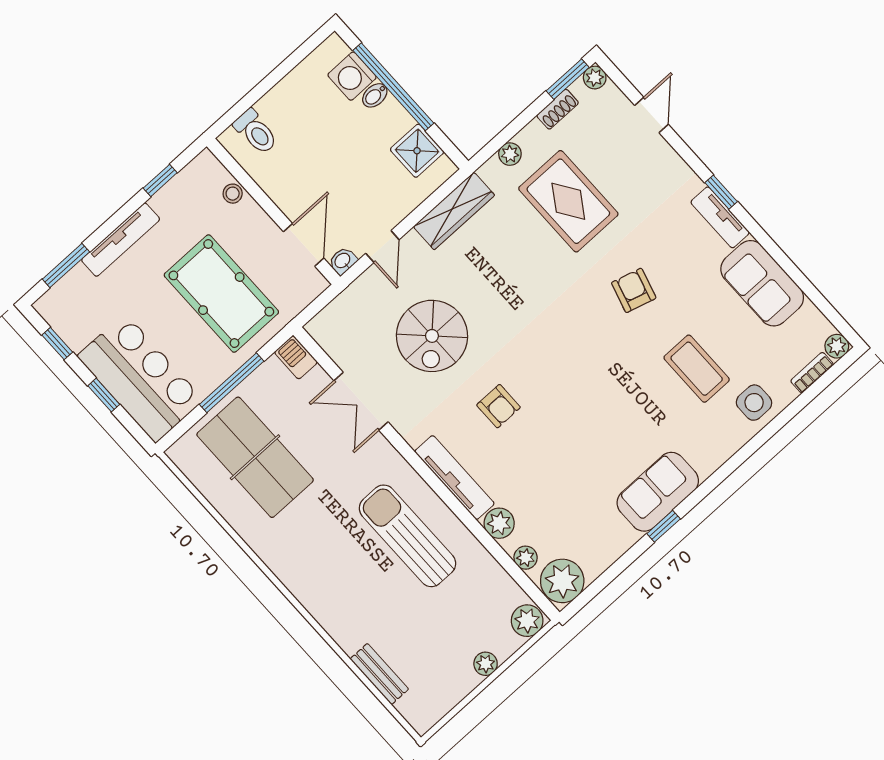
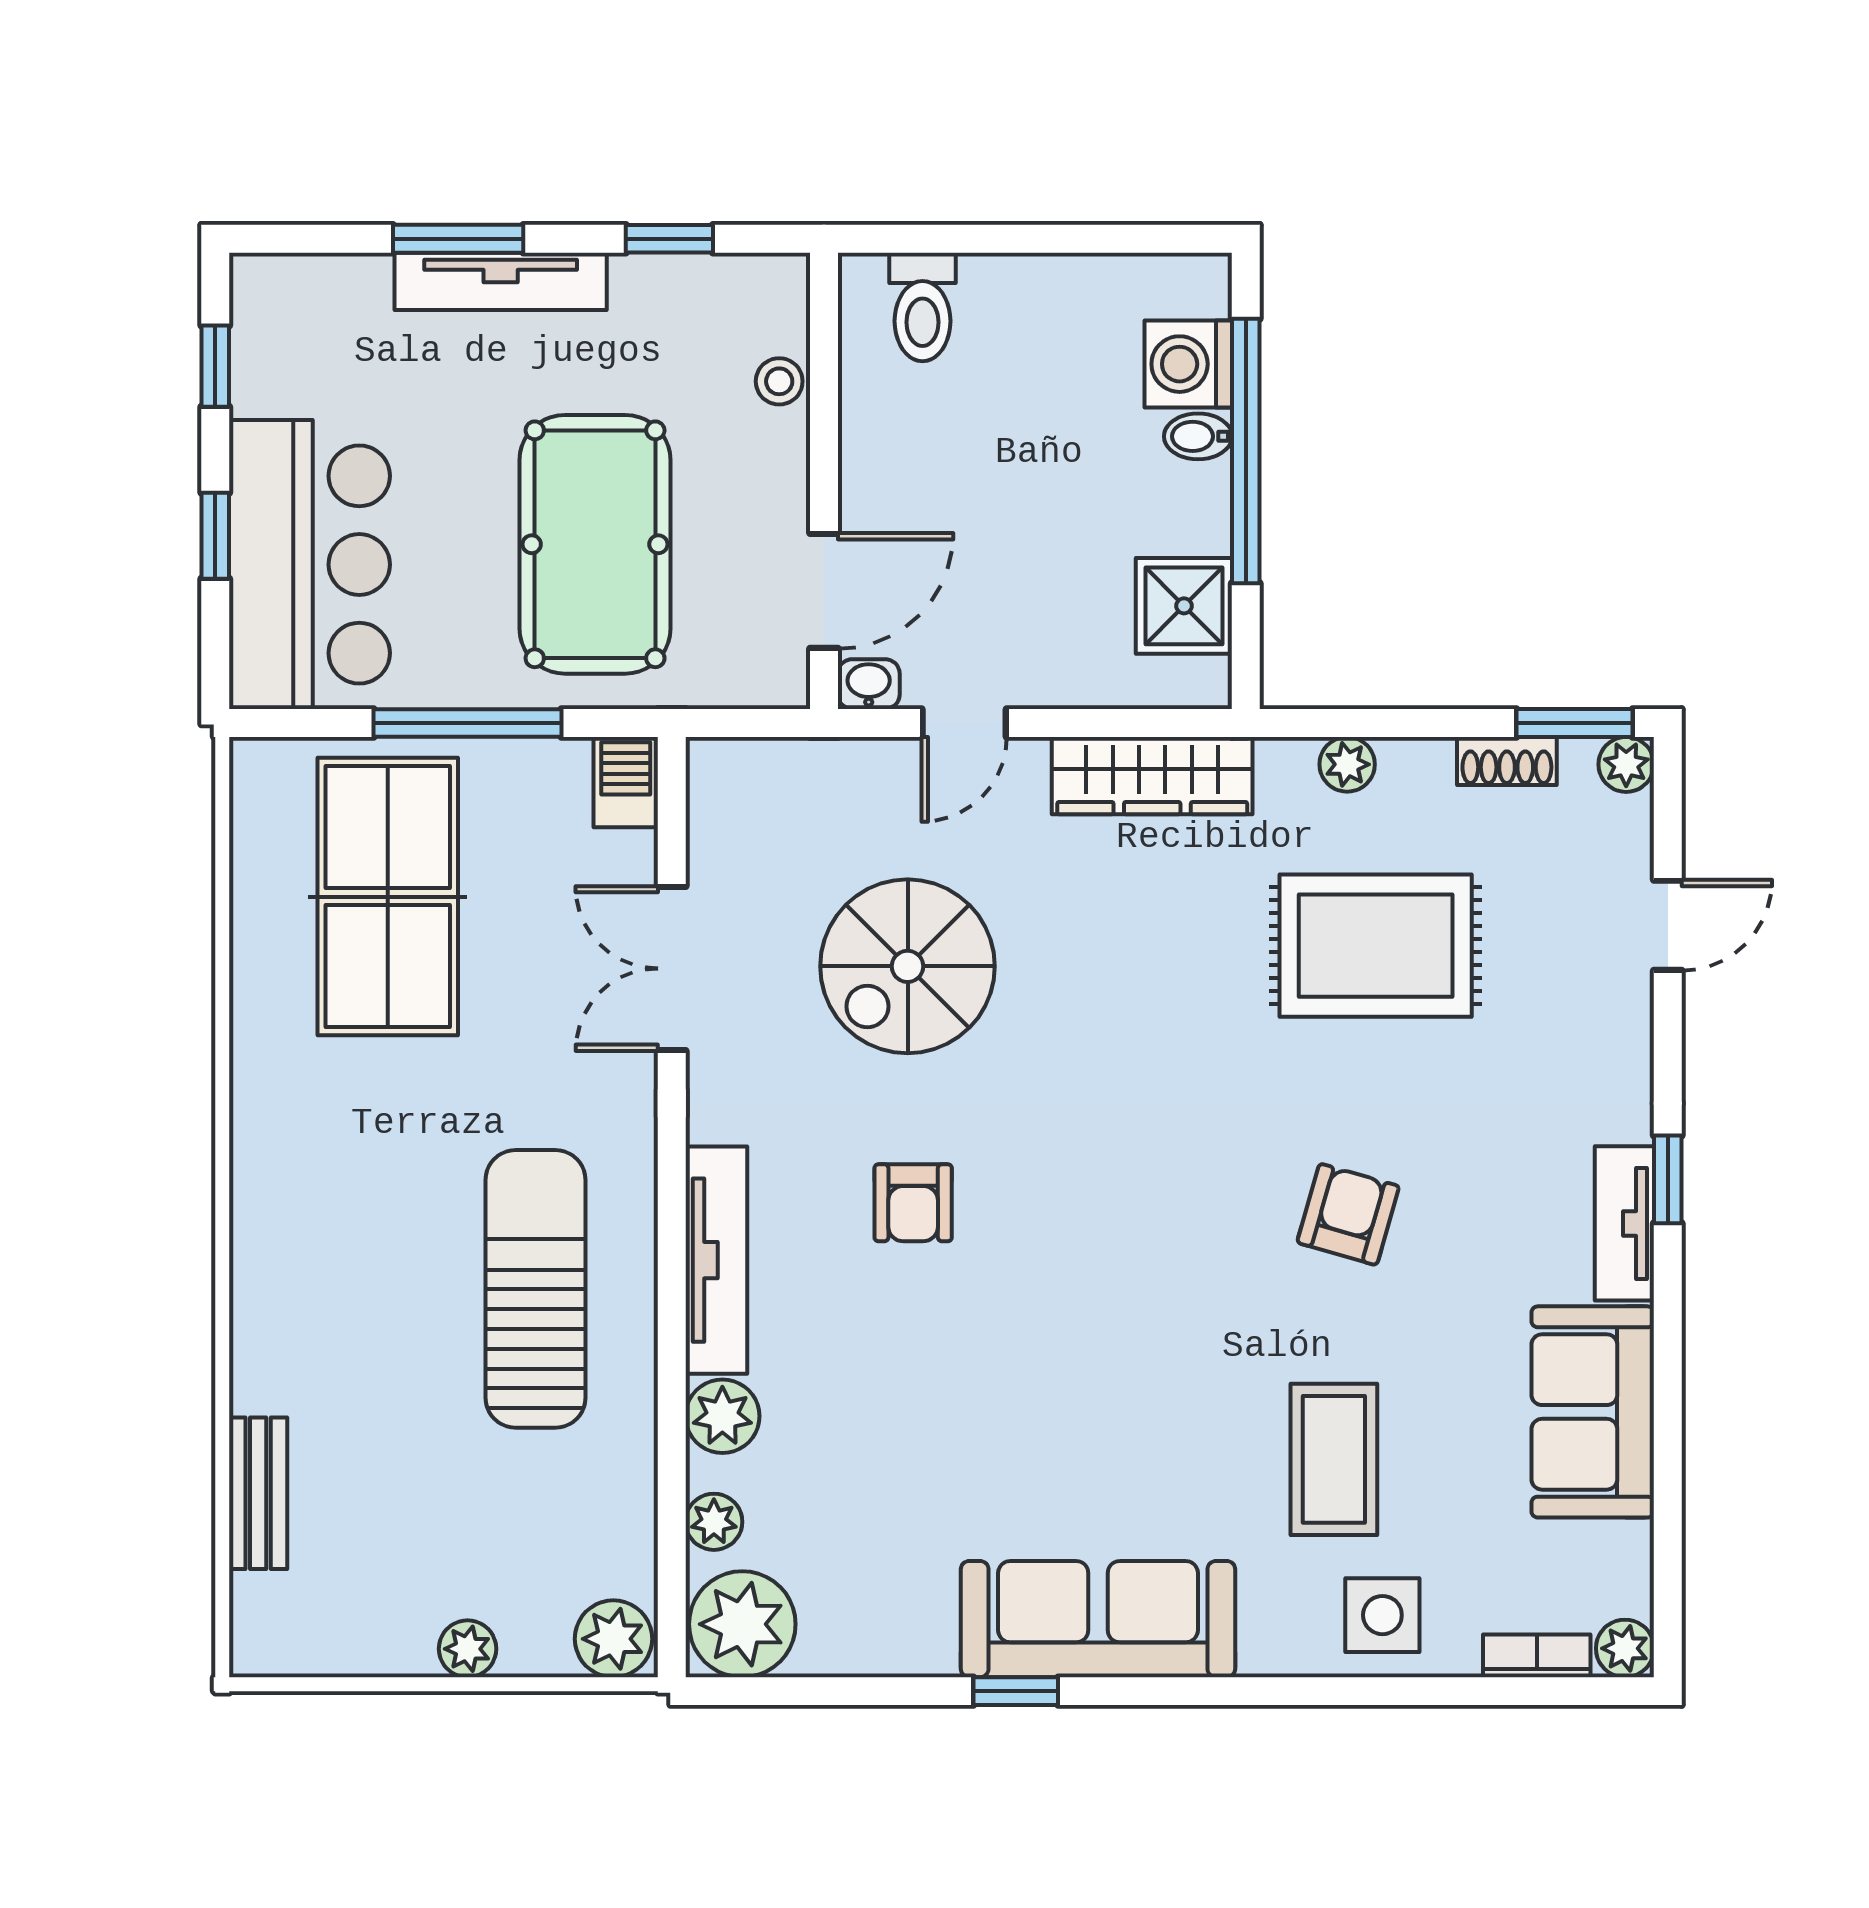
rug: (568, 201) -> (1376, 946), turned 90
window: (66, 266) -> (458, 239), moved
sofa: (658, 492) -> (1098, 1619), width x1.36

